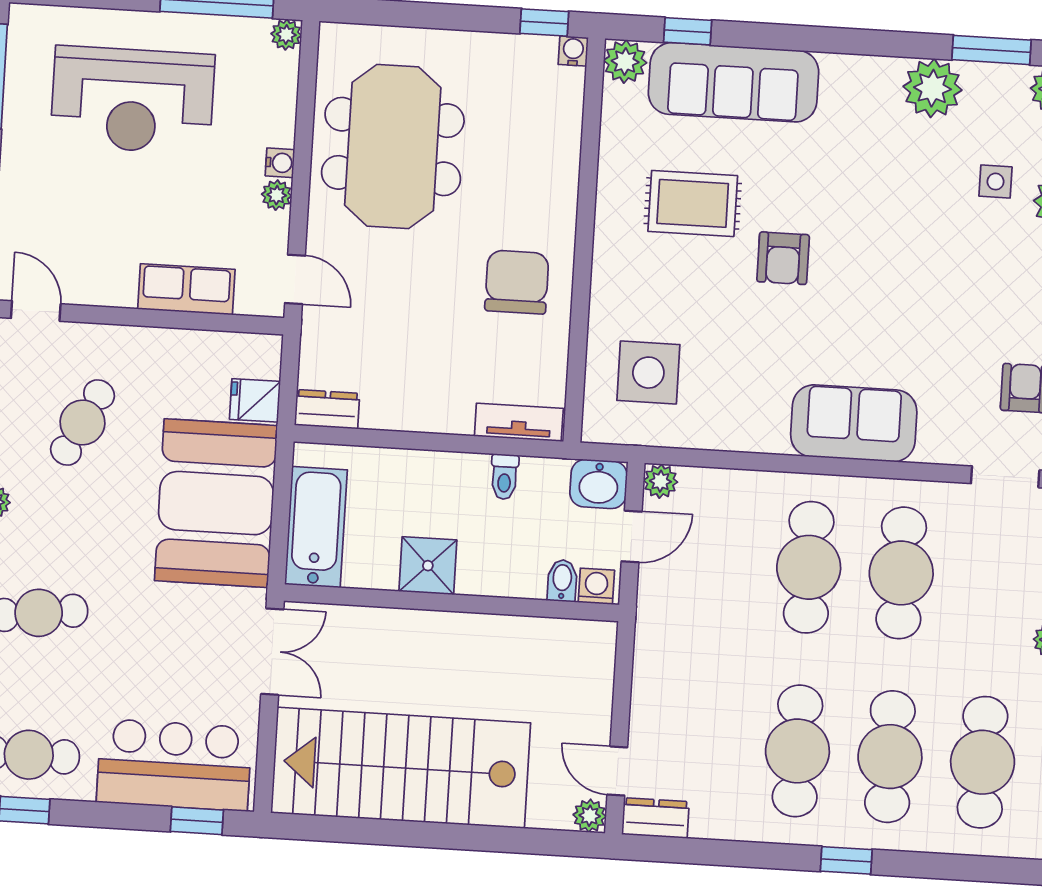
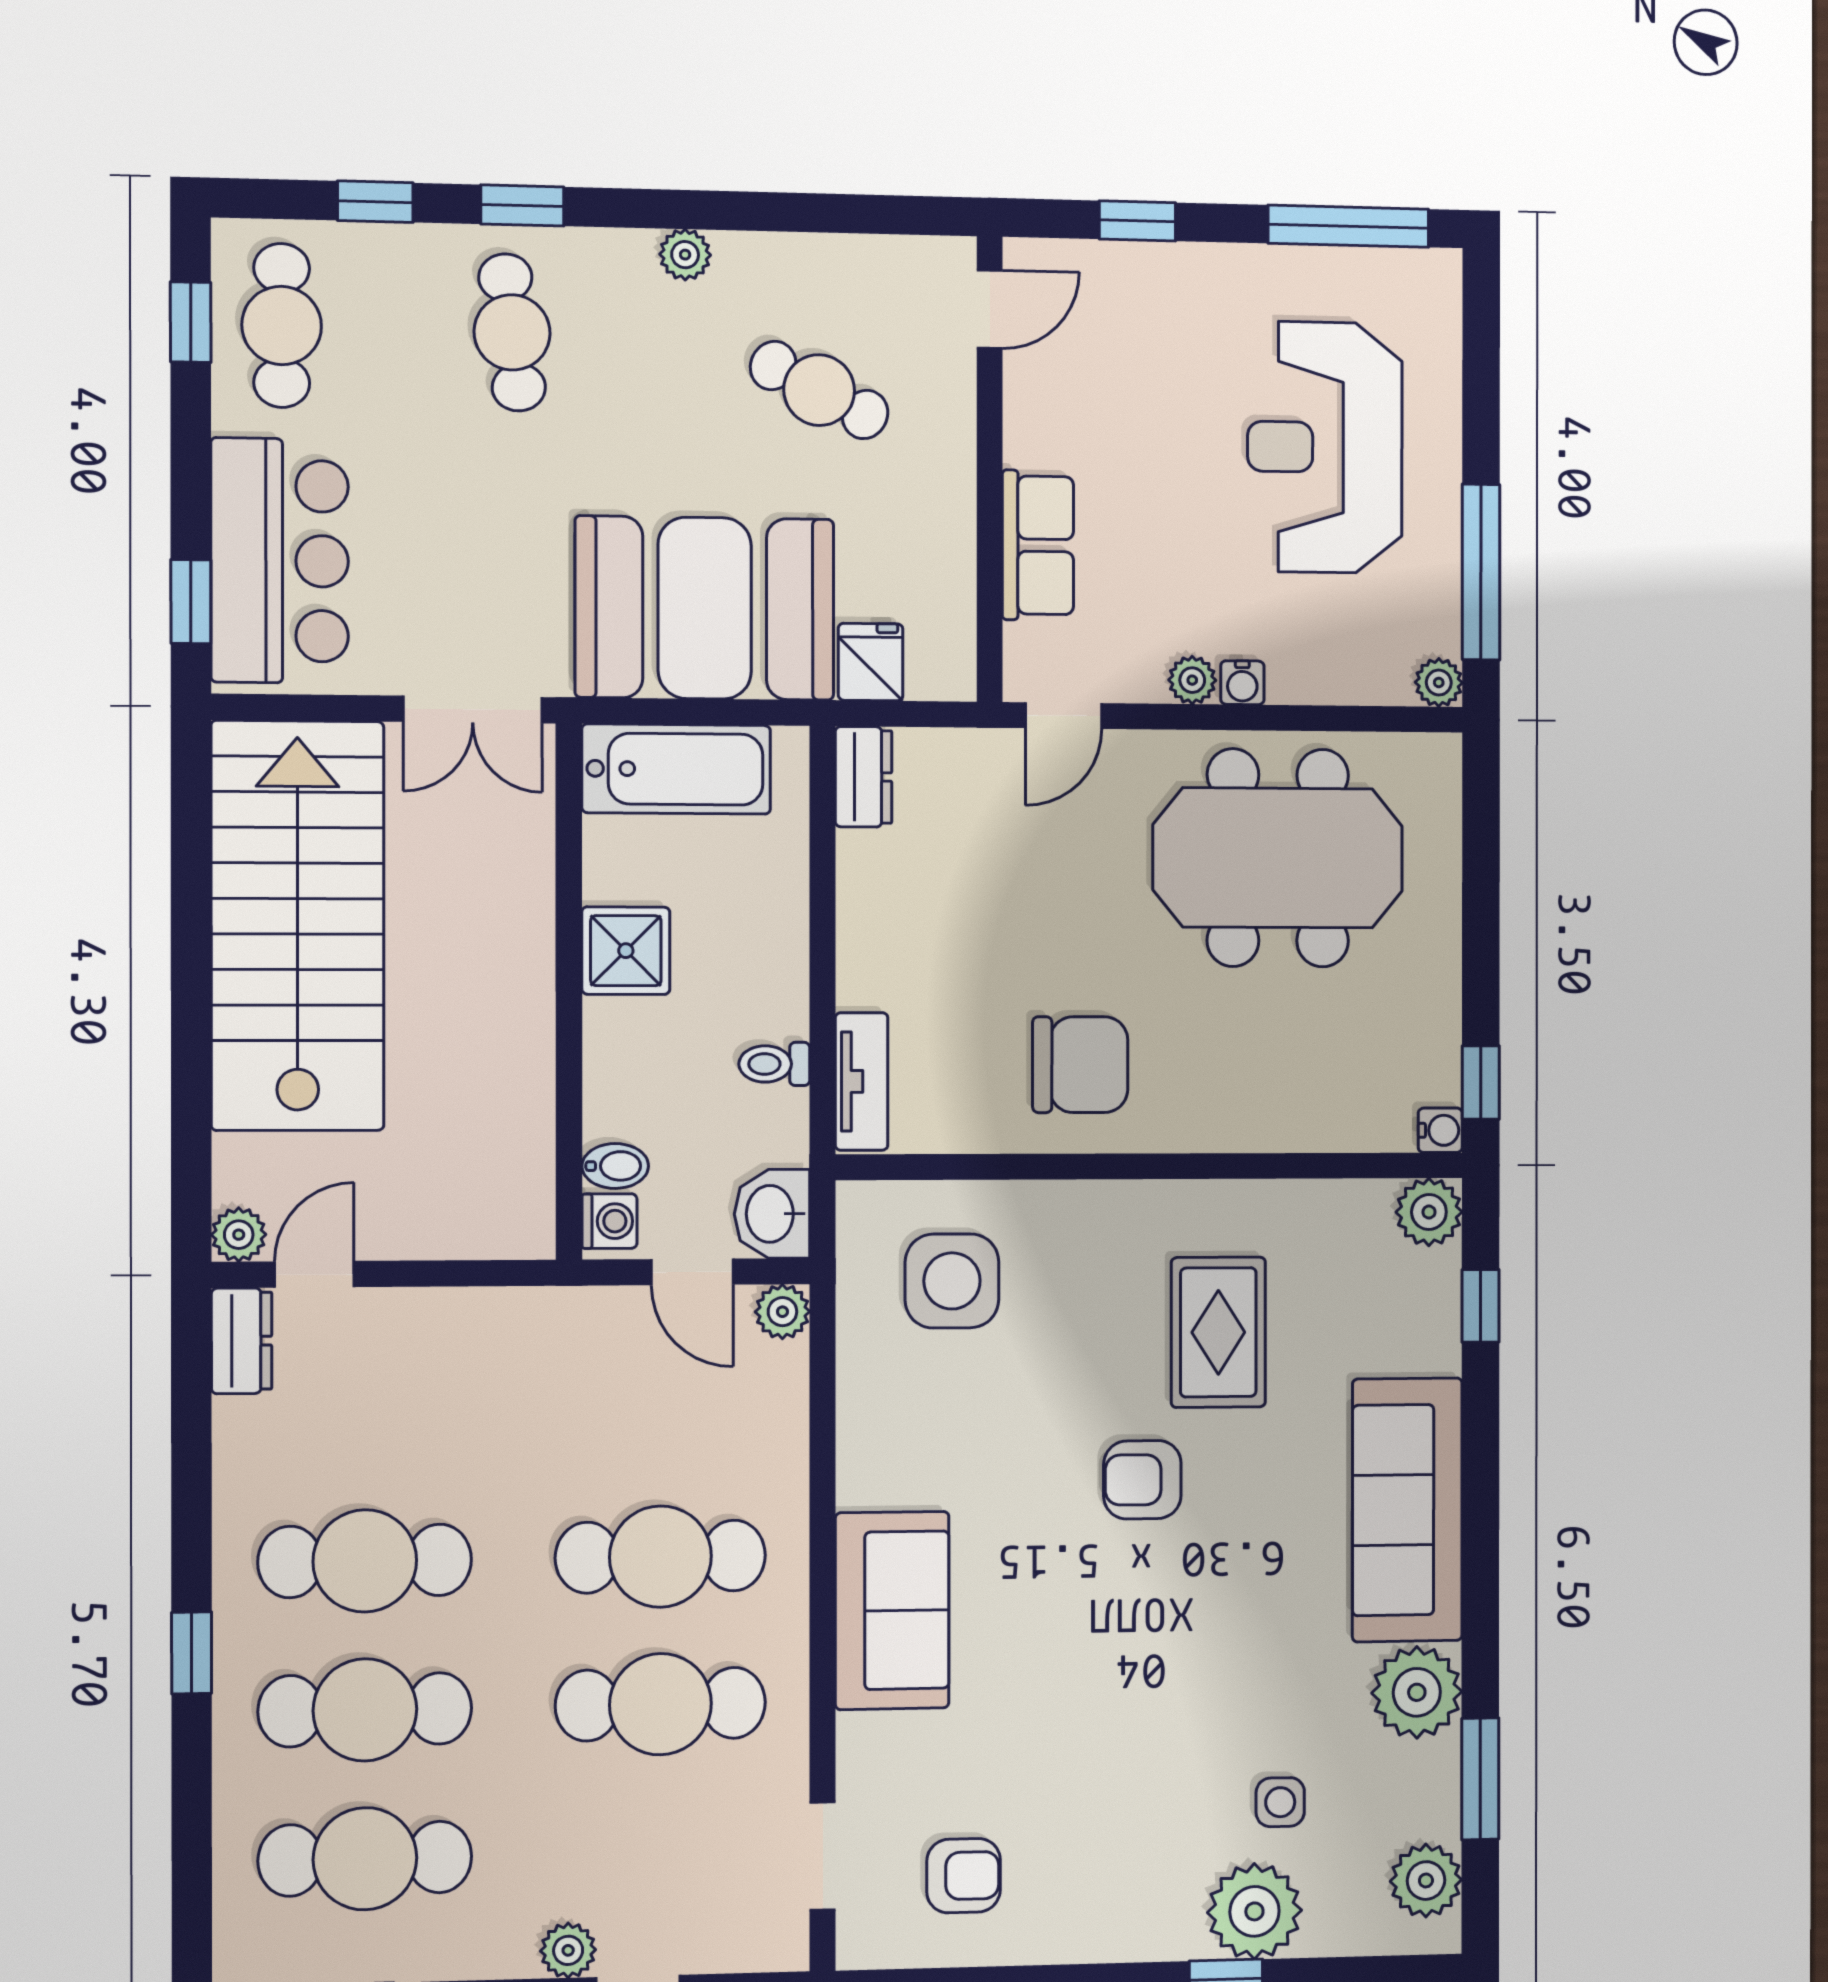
sofa: (733, 82) -> (1407, 1510), moved

